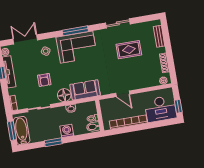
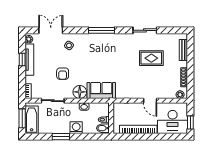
corner sofa: (77, 47) -> (100, 47), removed
door: (123, 94) -> (150, 101), moved

